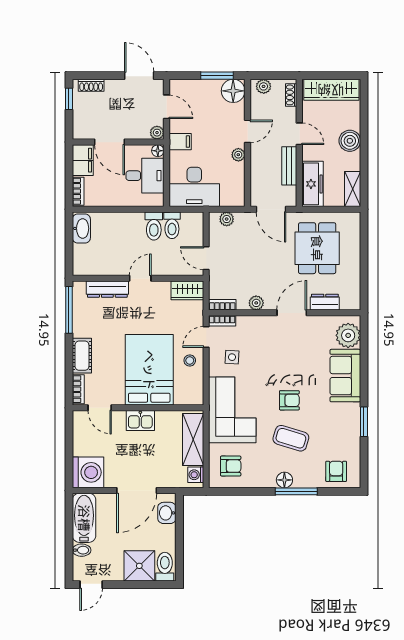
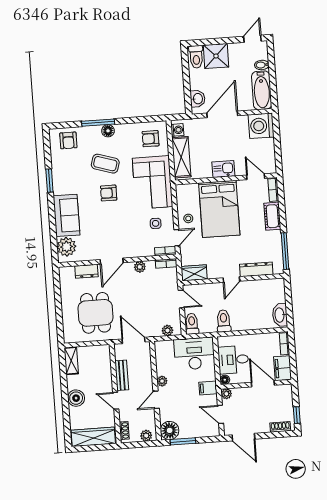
freezer: (312, 184) -> (103, 363), removed
toilet: (172, 225) -> (192, 324), moved

